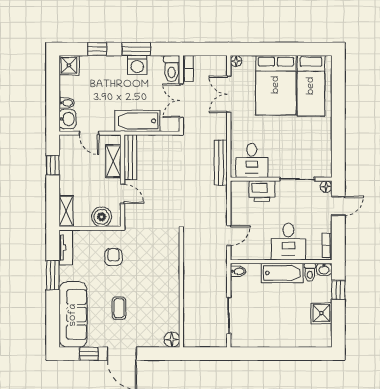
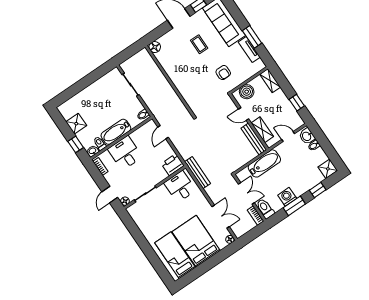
printer: (262, 191) -> (173, 165), moved
tv unit: (66, 248) -> (249, 50), moved

